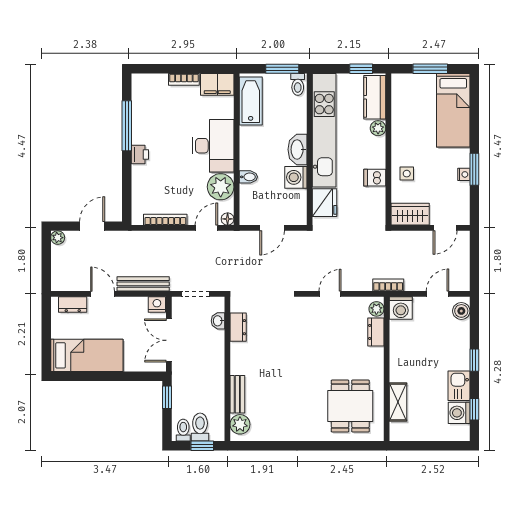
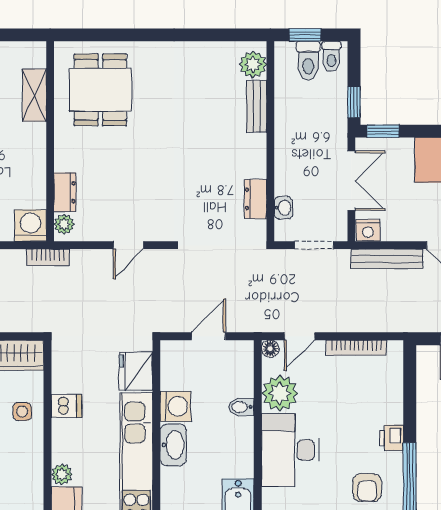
armchair: (158, 119) -> (367, 488), added
window: (146, 376) -> (383, 131), added

